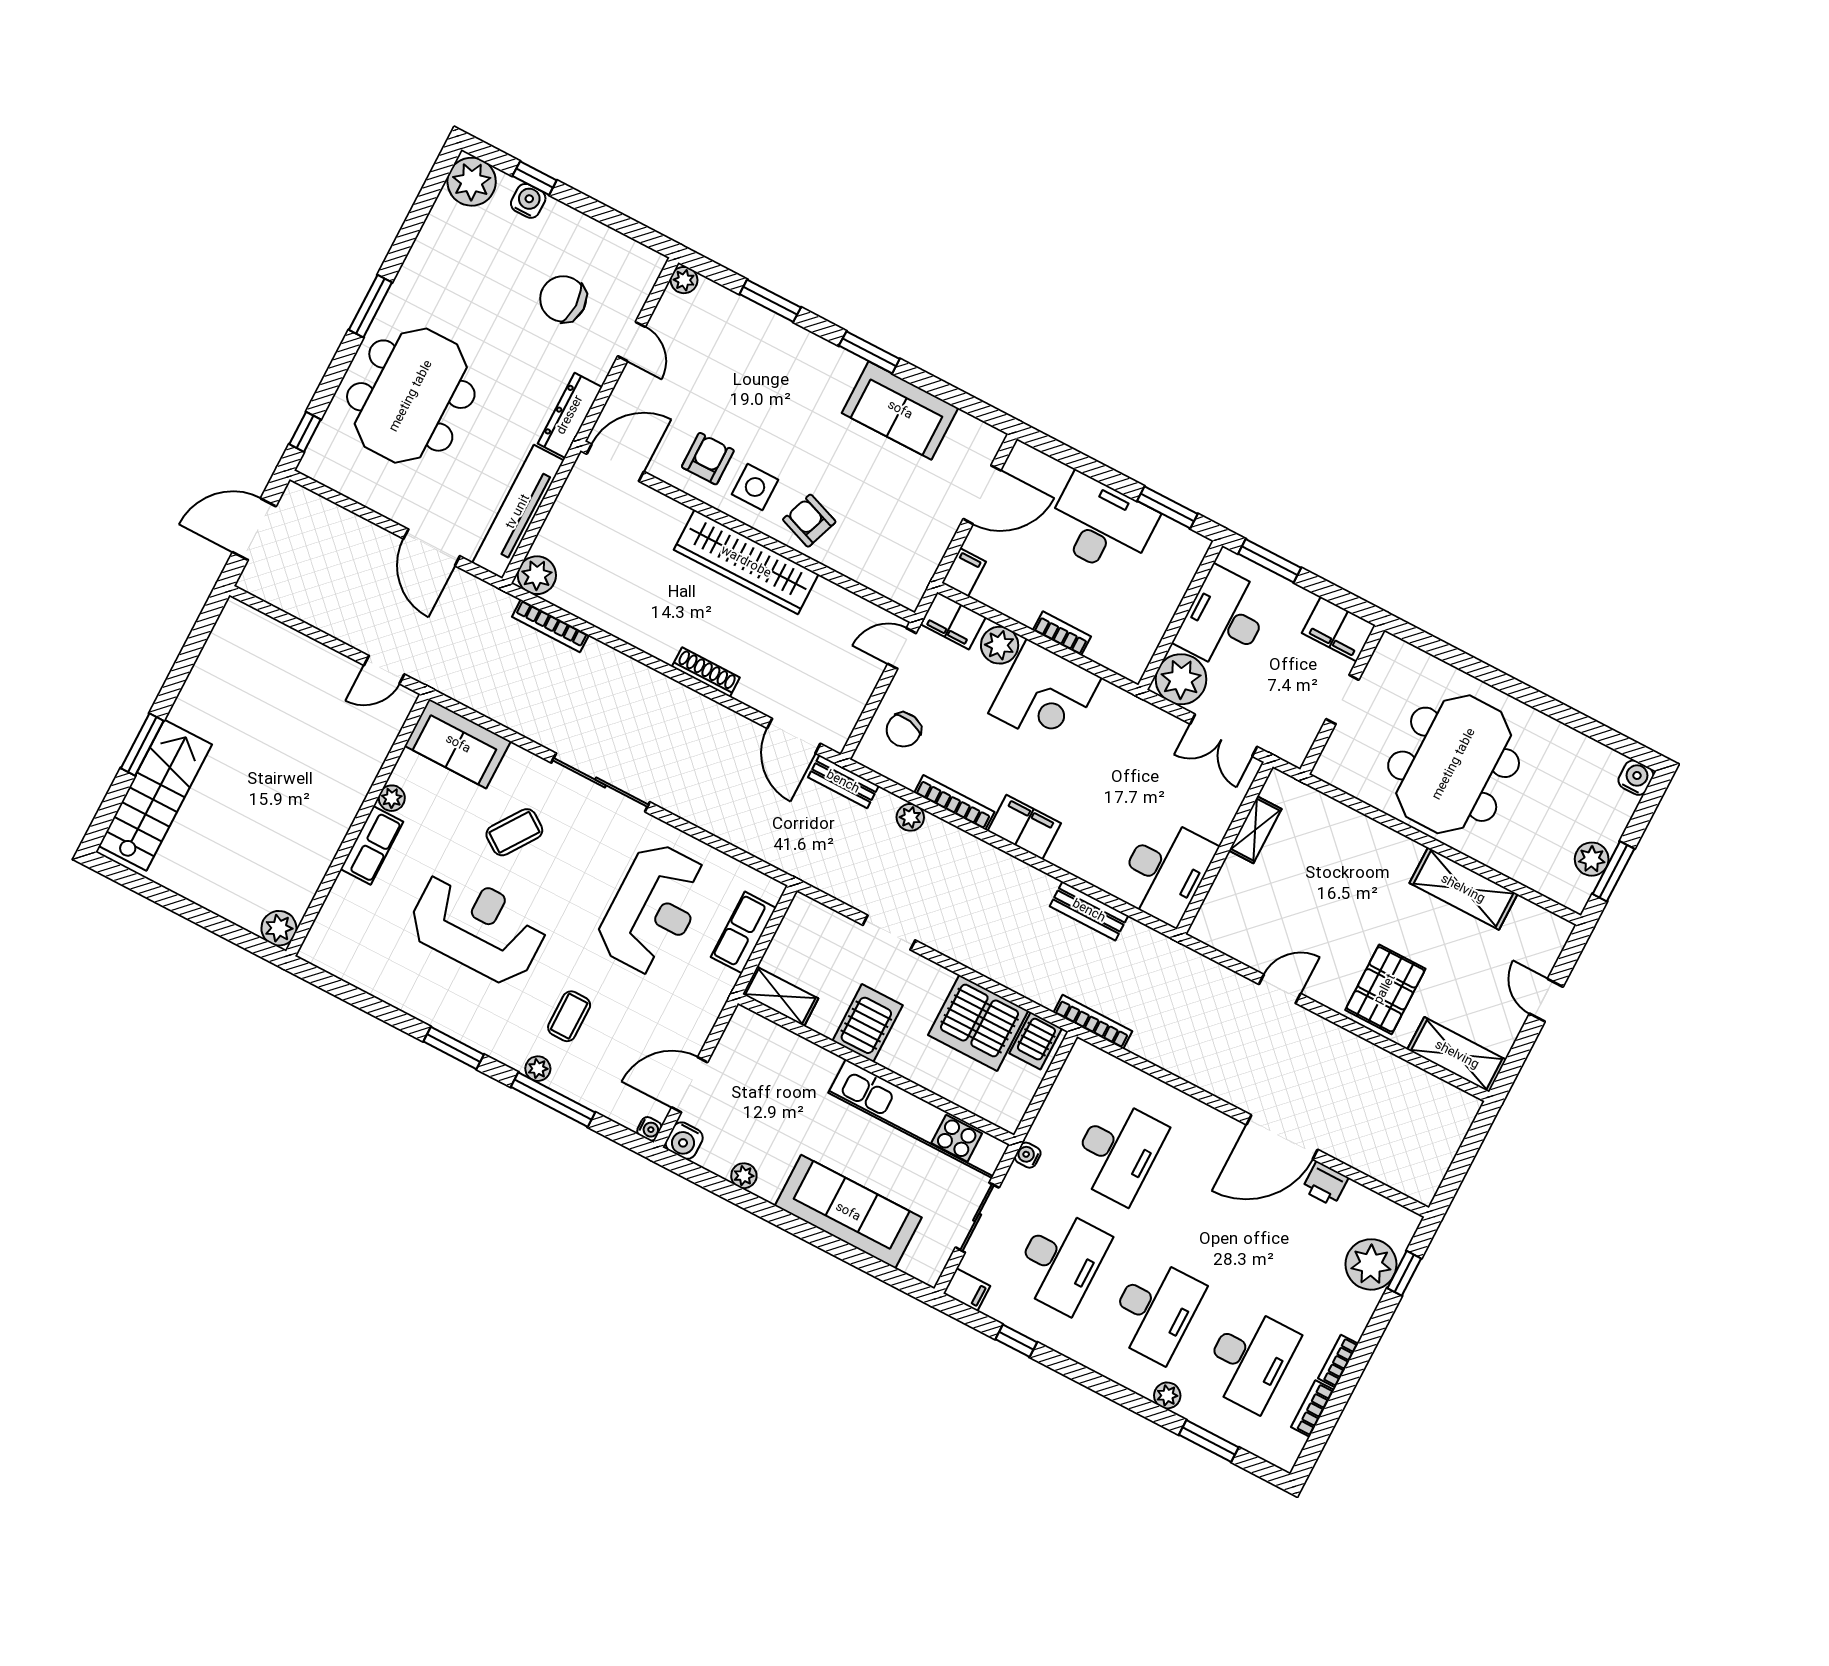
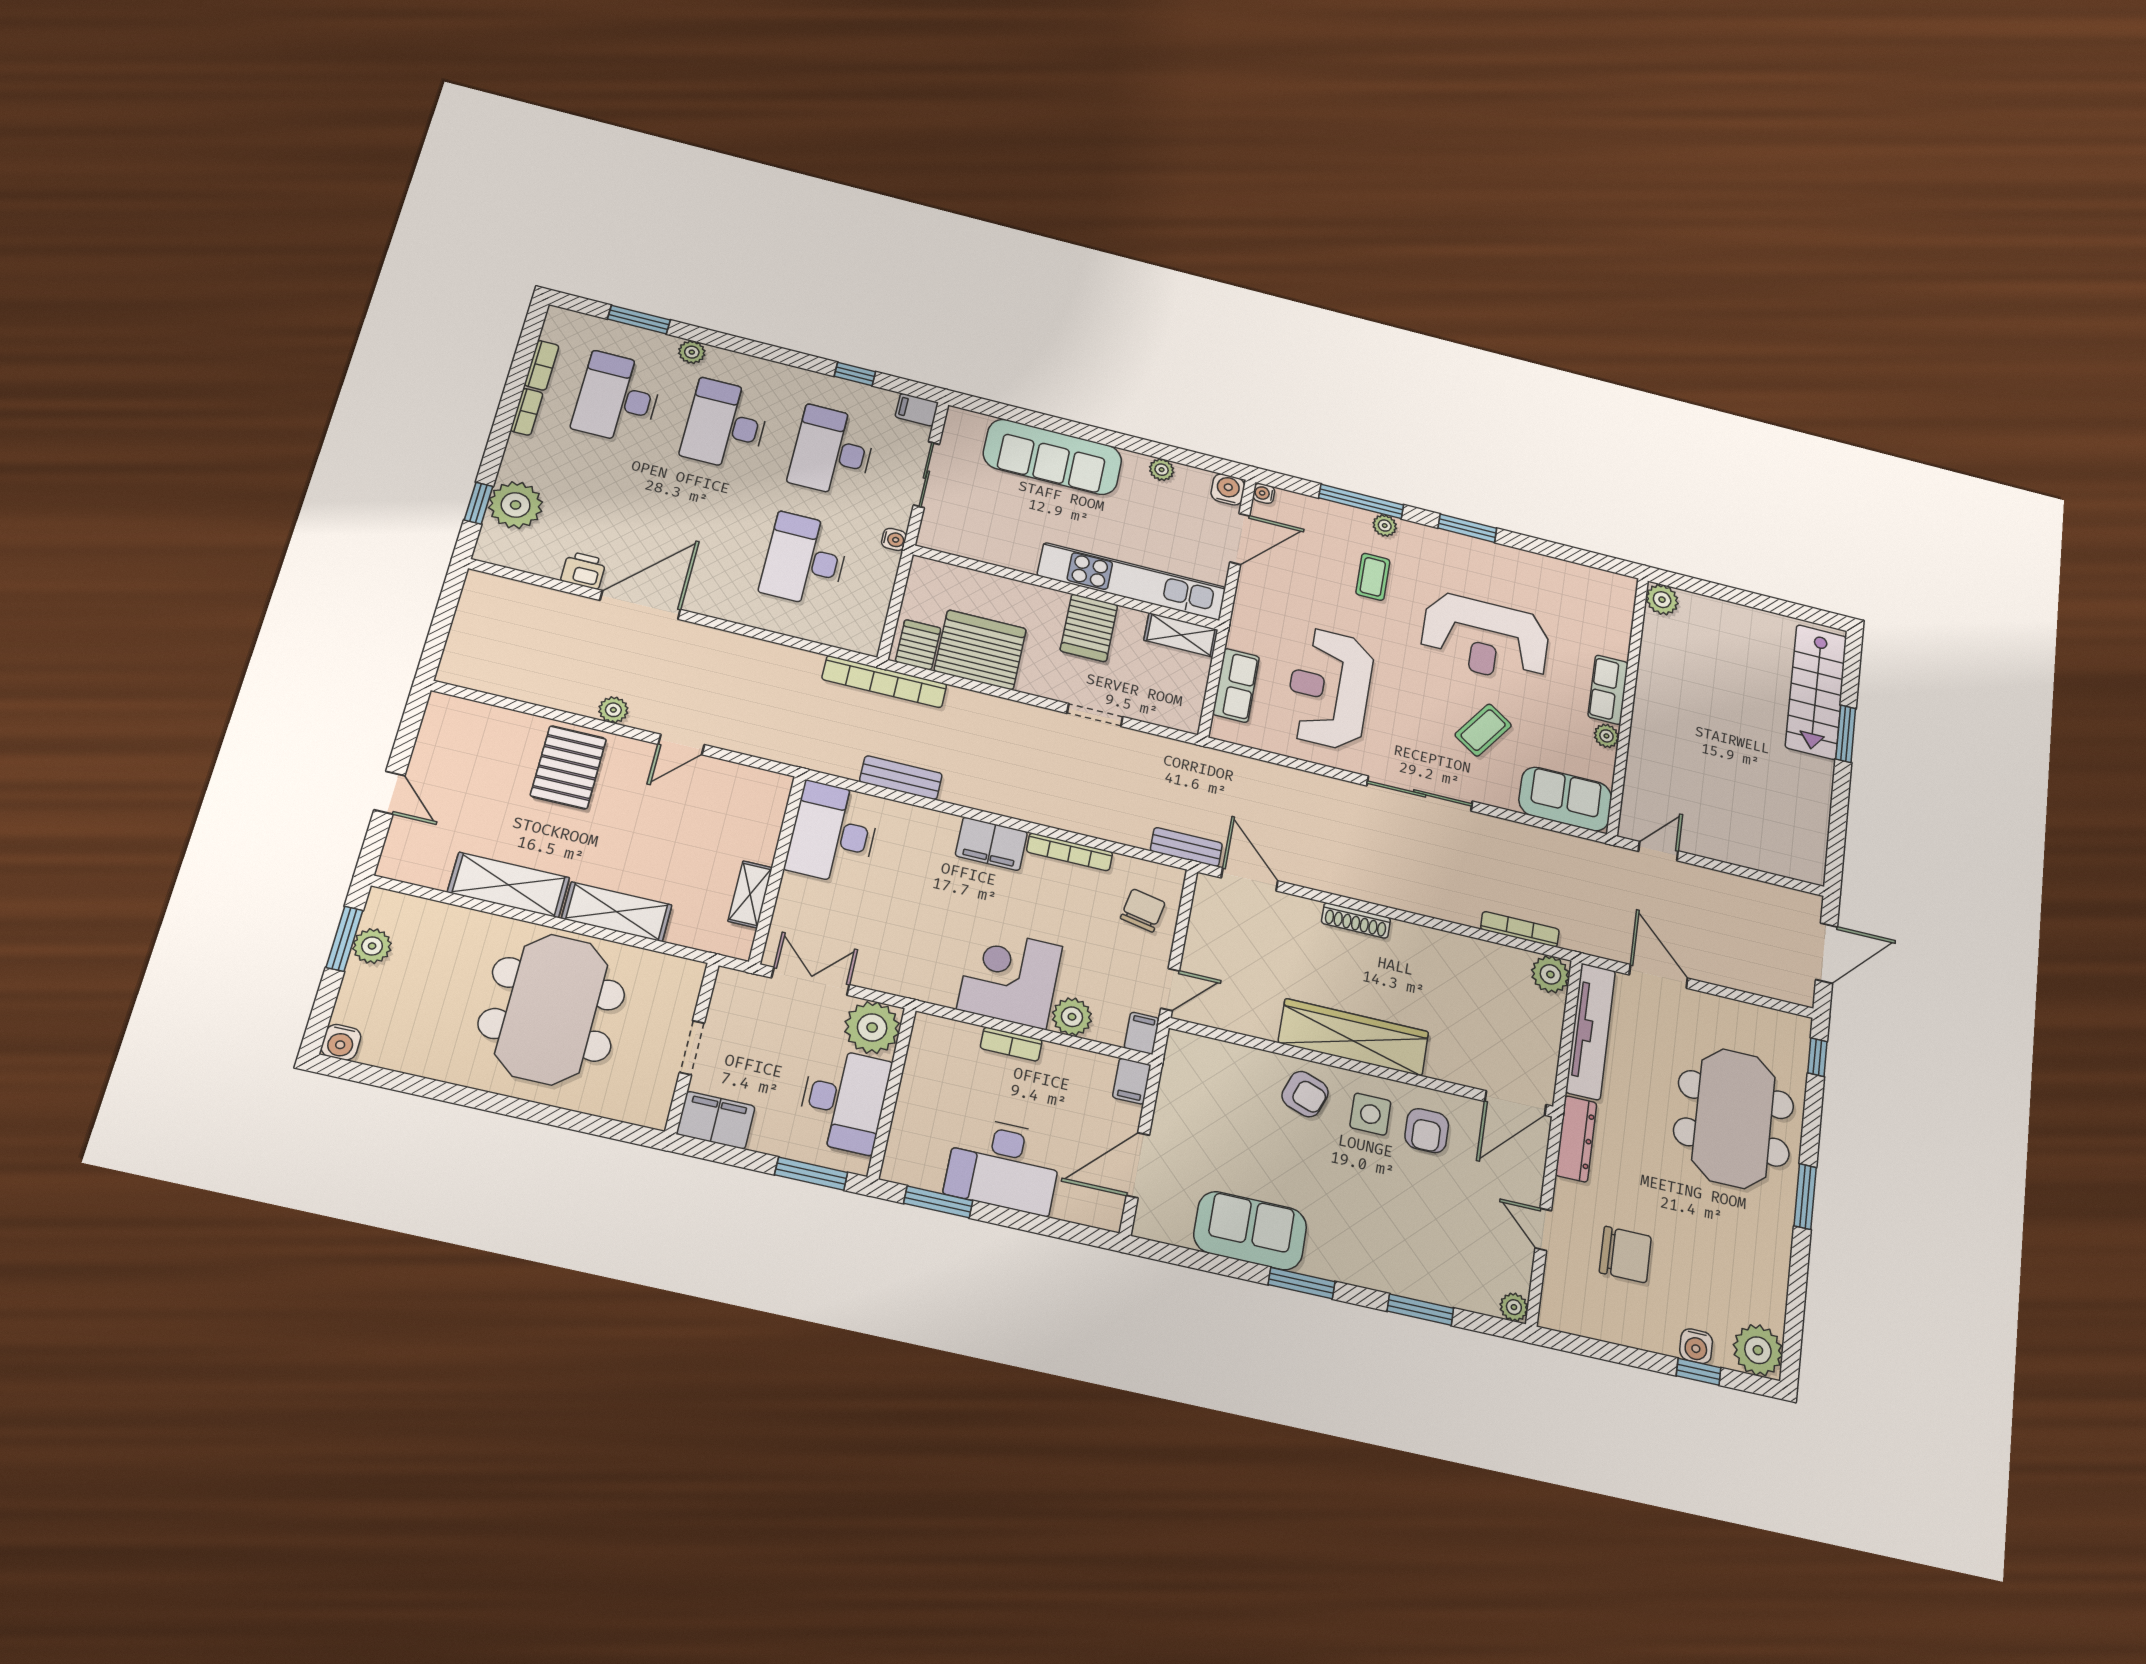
filing cabinet: (953, 621) -> (1142, 1033), width x0.50
plant: (910, 817) -> (613, 710), moved
bookcase: (1093, 1022) -> (884, 682), width x1.48, depth x1.31
shelving: (1457, 1055) -> (617, 912), moved
kitchen unit: (919, 1119) -> (1132, 581), moved

